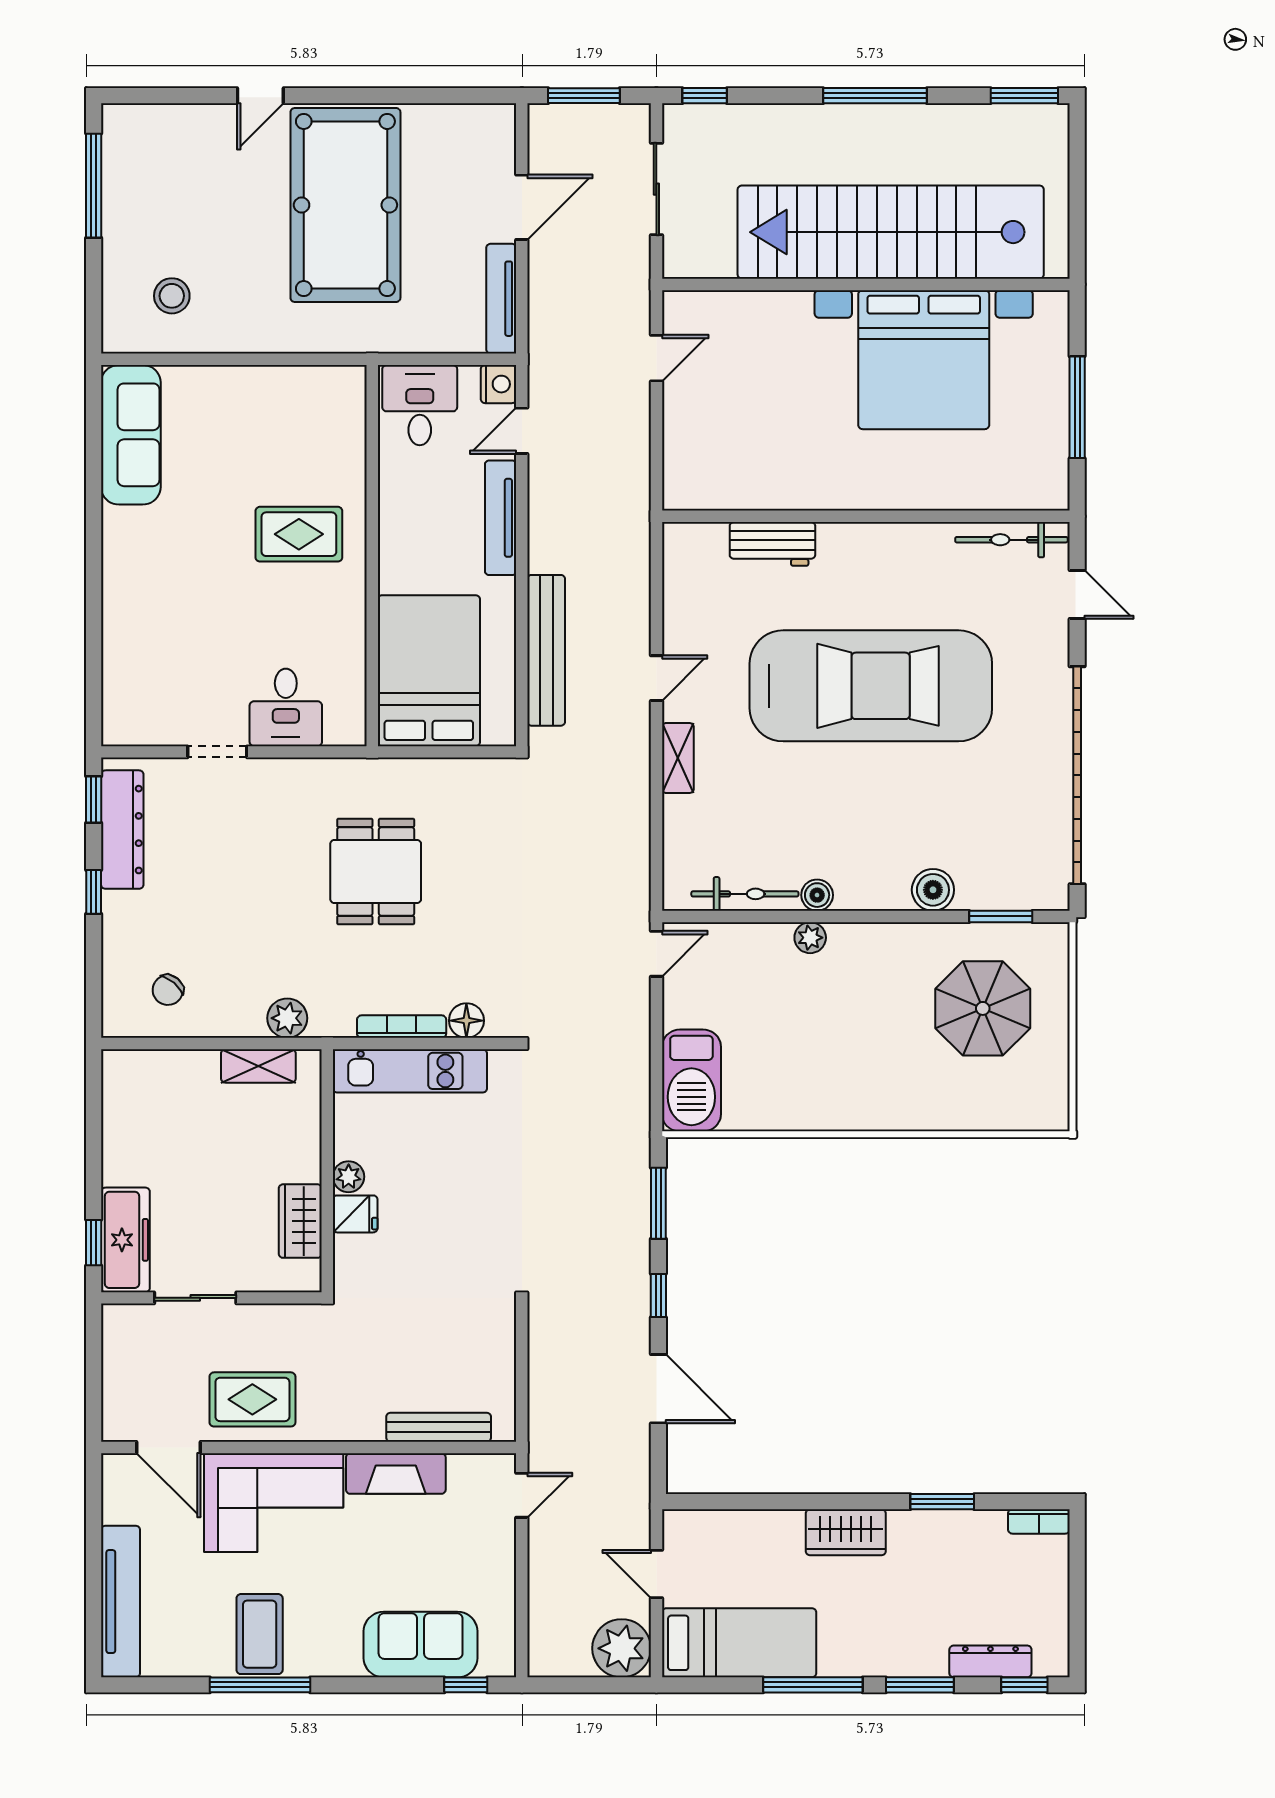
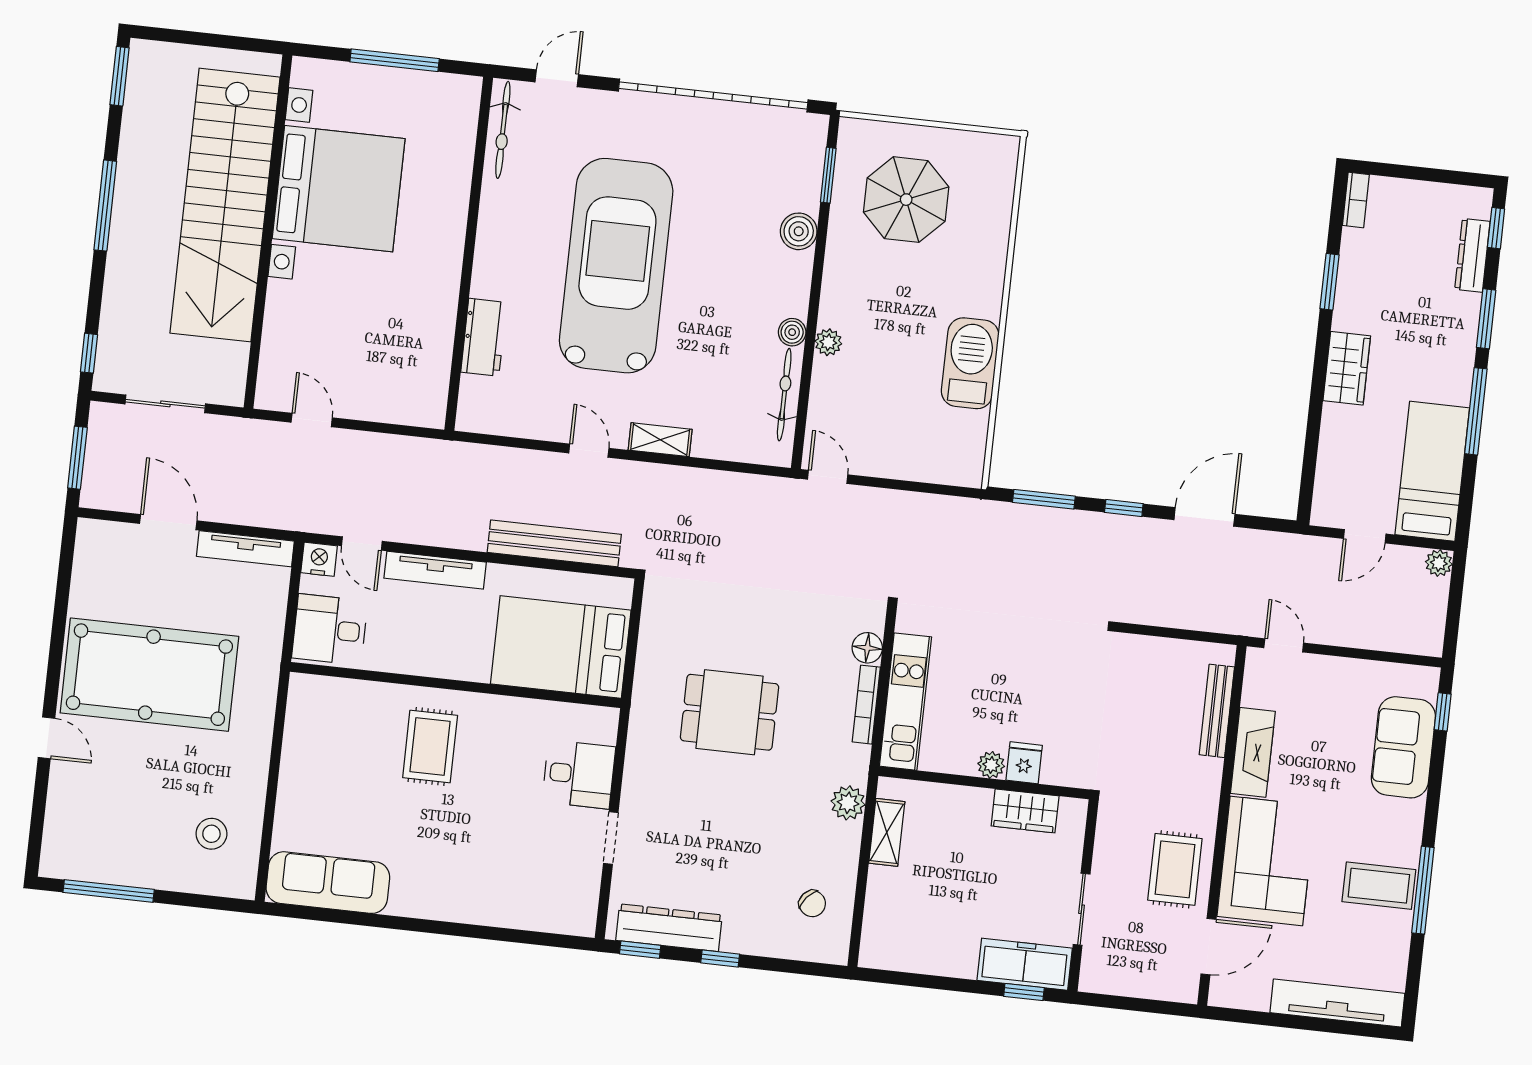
barbecue: (691, 1080) -> (970, 363), moved, turned -90
plant: (622, 1648) -> (1439, 563), width x0.53, depth x0.53

